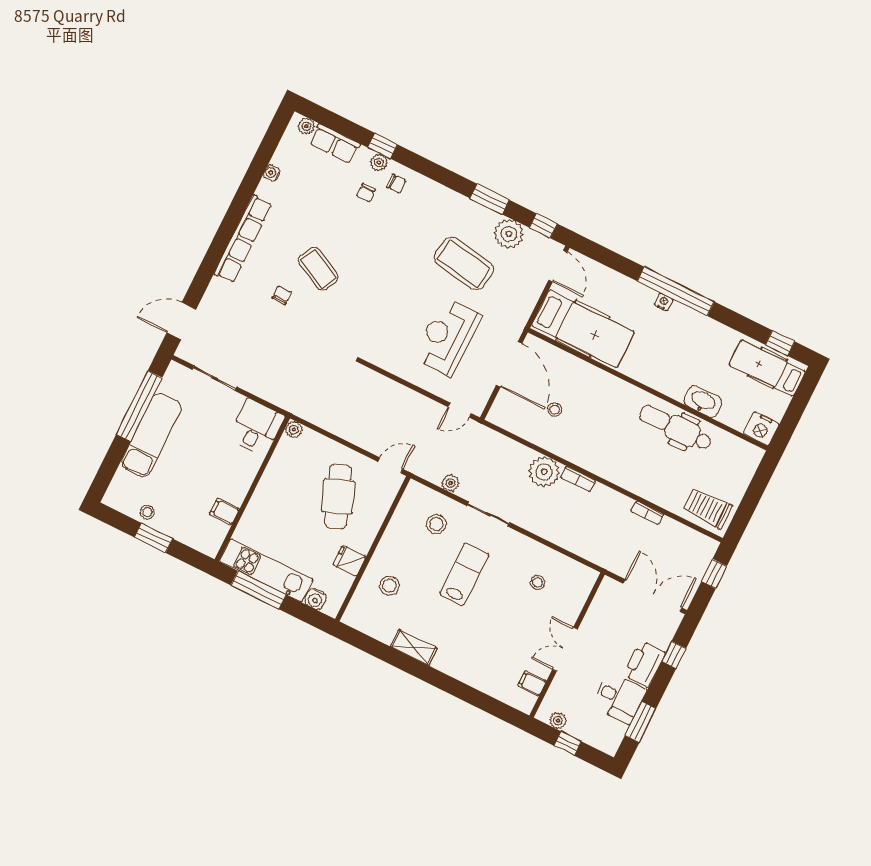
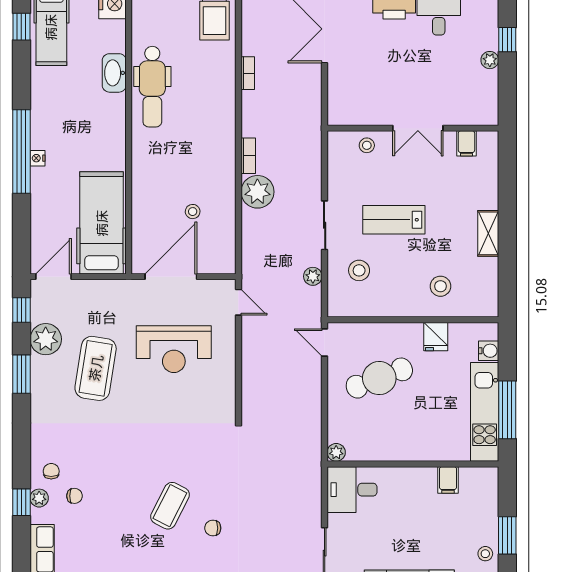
wall: (567, 645) -> (413, 128), moved
double door: (565, 649) -> (418, 128), moved
filing cabinet: (532, 683) -> (466, 143), moved

